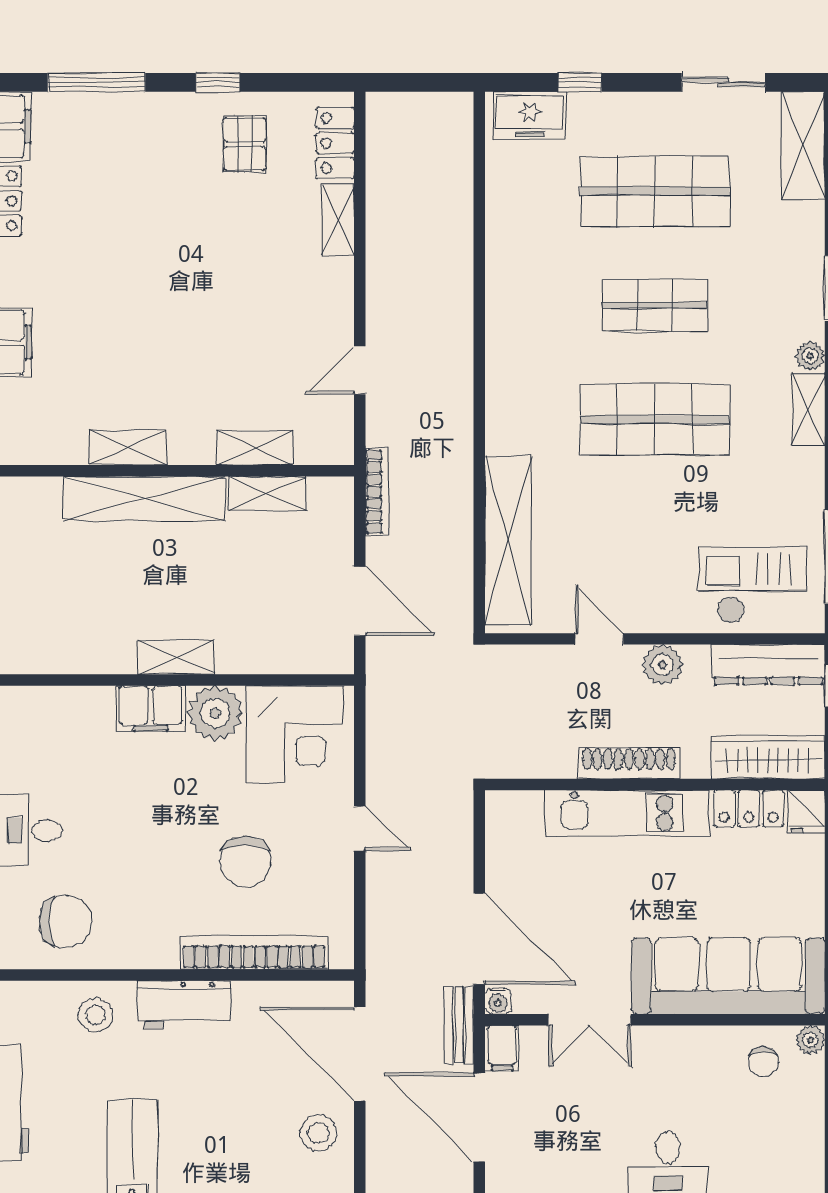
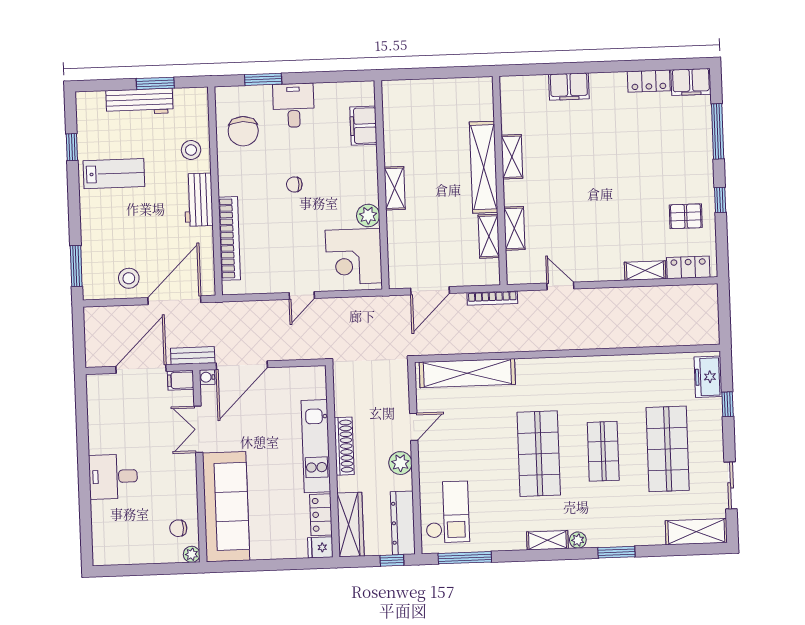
filing cabinet: (151, 708) -> (363, 126), moved
plant: (215, 713) -> (368, 215), width x0.73, depth x0.73
chair: (245, 861) -> (294, 185), moved, width x0.54, depth x0.54

